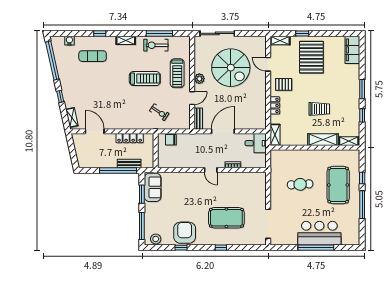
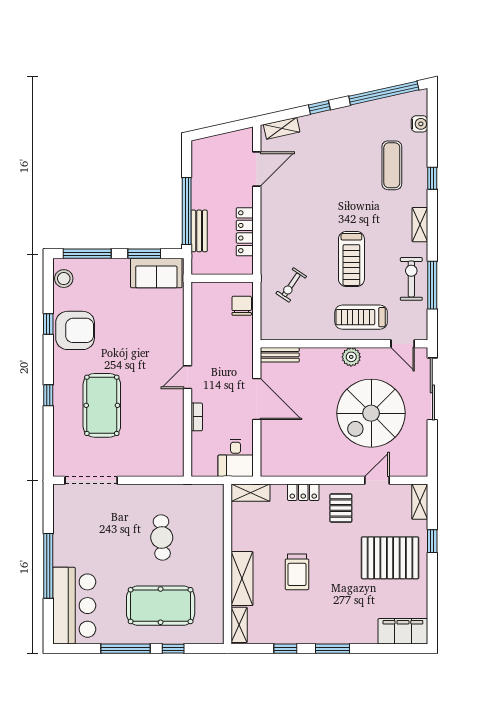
door: (192, 98) -> (403, 344), moved
bar counter: (319, 233) -> (74, 606), moved

